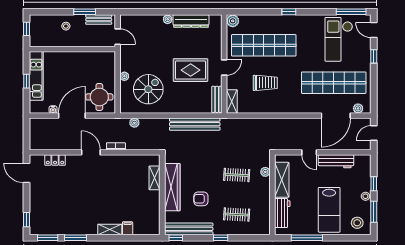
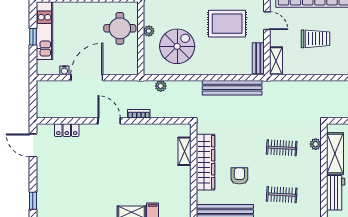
door: (224, 68) -> (267, 21), hinge flipped
round table: (99, 97) -> (120, 28), moved
armchair: (201, 199) -> (239, 176), turned 90

